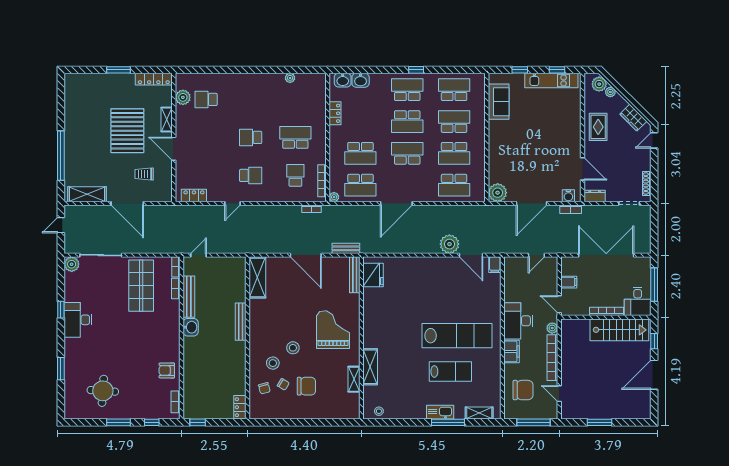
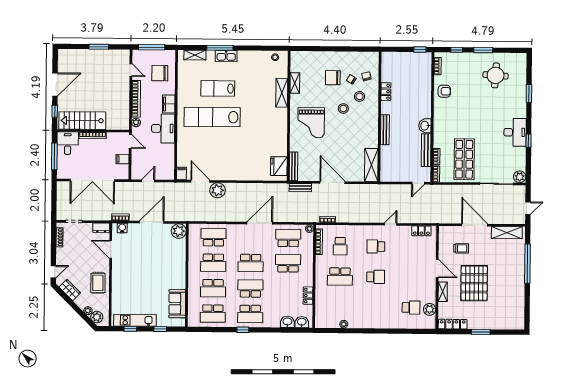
school desk: (454, 153) -> (213, 263), turned 180
locker: (240, 407) -> (386, 92), moved

